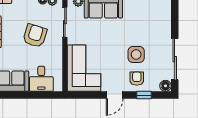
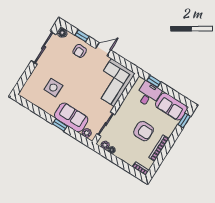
armchair: (35, 36) -> (144, 131), moved, turned -107
side table: (136, 54) -> (53, 88), moved
window: (44, 95) -> (154, 81), added

